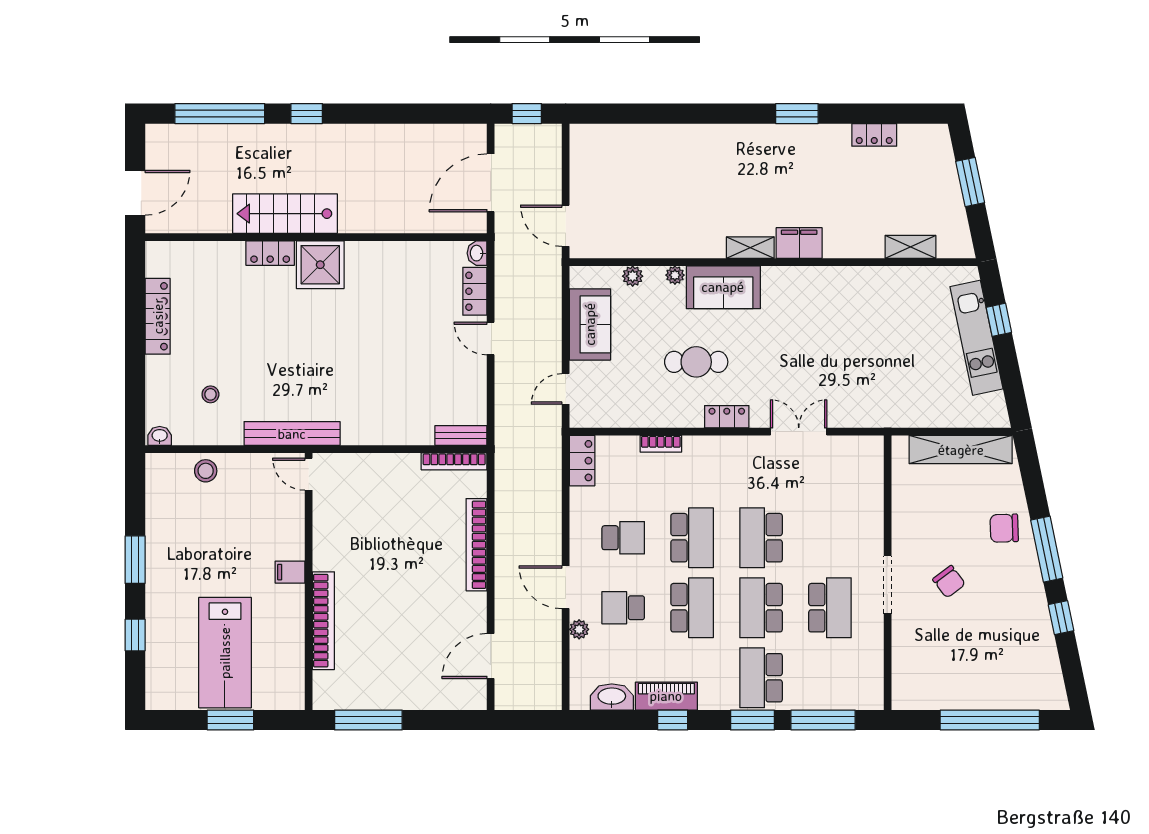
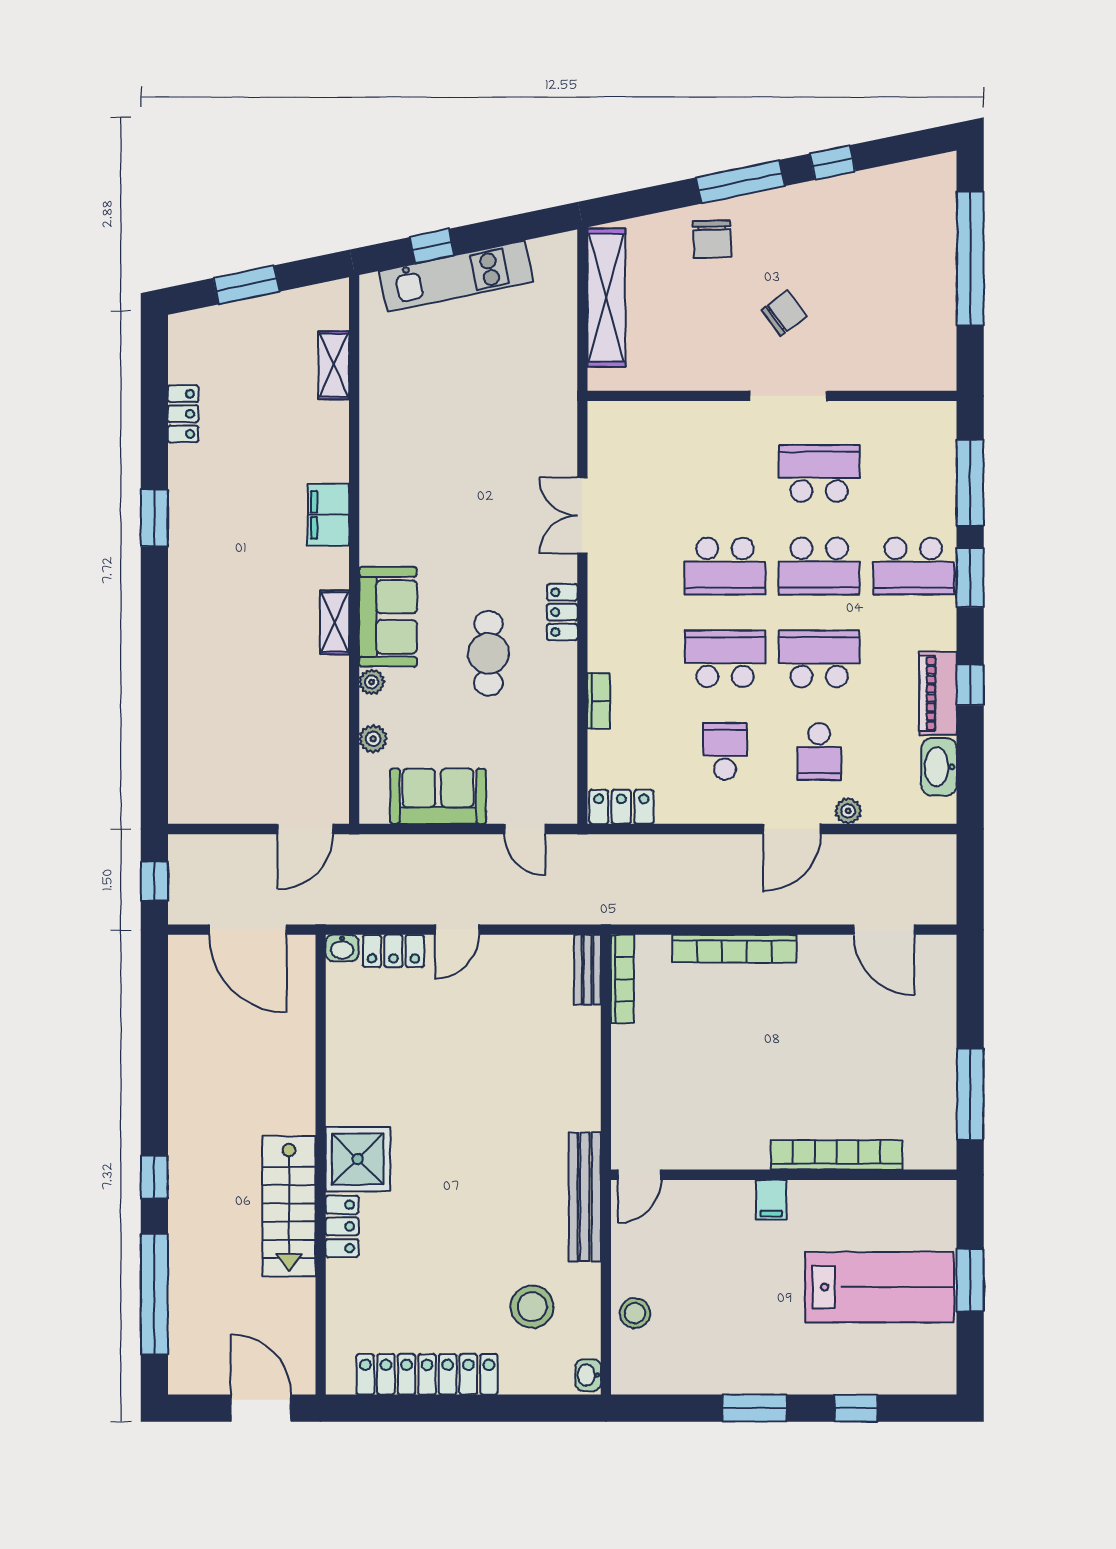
shelving: (750, 248) -> (335, 622), moved
locker: (158, 316) -> (427, 1374), width x1.41, depth x1.21
stool: (210, 394) -> (532, 1307), width x1.89, depth x1.89

